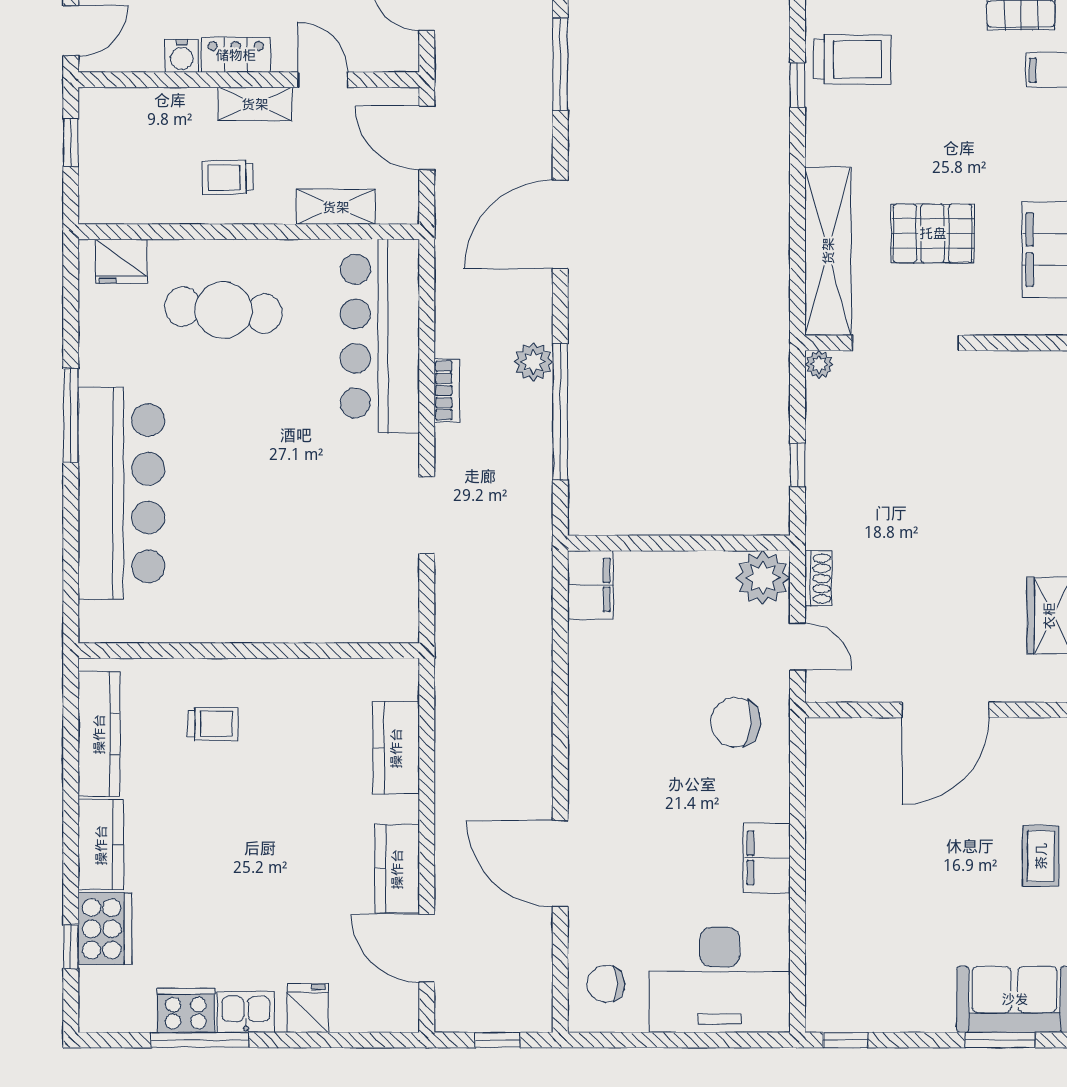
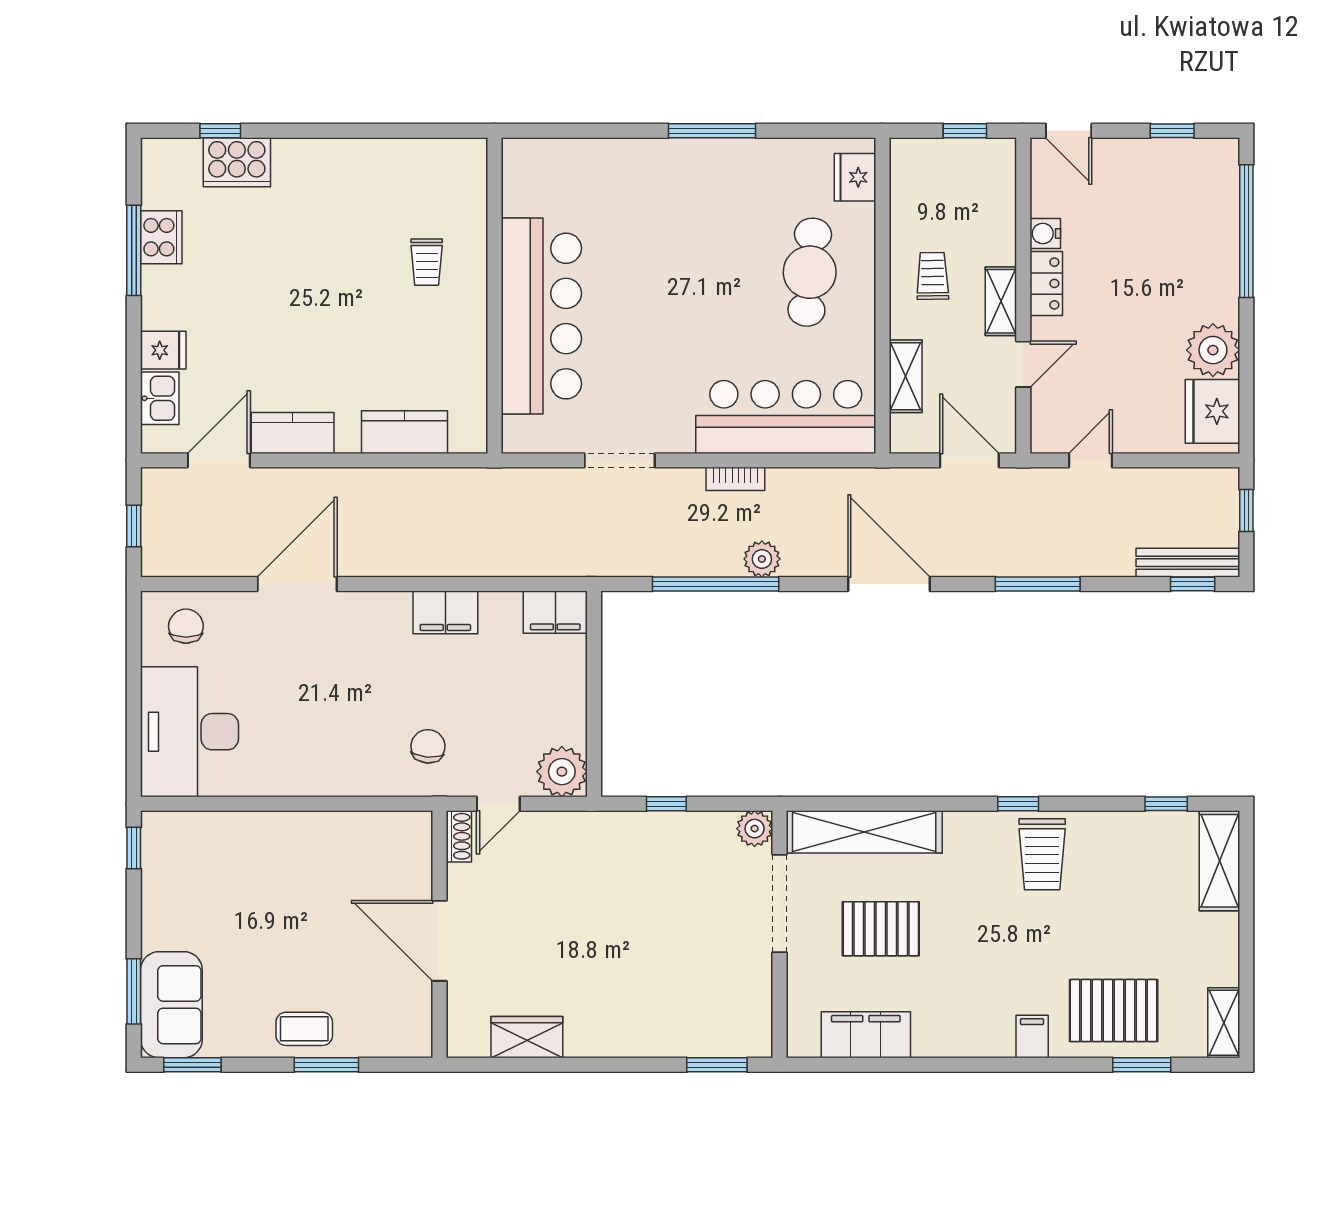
door: (427, 138) -> (969, 460), hinge flipped
pallet: (933, 233) -> (881, 929), turned 90
plant: (819, 364) -> (755, 829), width x1.38, depth x1.38
bar counter: (121, 493) -> (541, 316), moved, turned -90
shoe rack: (818, 579) -> (459, 836), moved, turned -90
chair: (736, 722) -> (428, 746), width x0.73, depth x0.73
kitchen counter: (99, 734) -> (417, 157), removed
kitchen counter: (101, 845) -> (315, 159), removed
filing cabinet: (767, 858) -> (445, 612), moved, turned 180
kitchen sink: (246, 1012) -> (160, 398), moved

